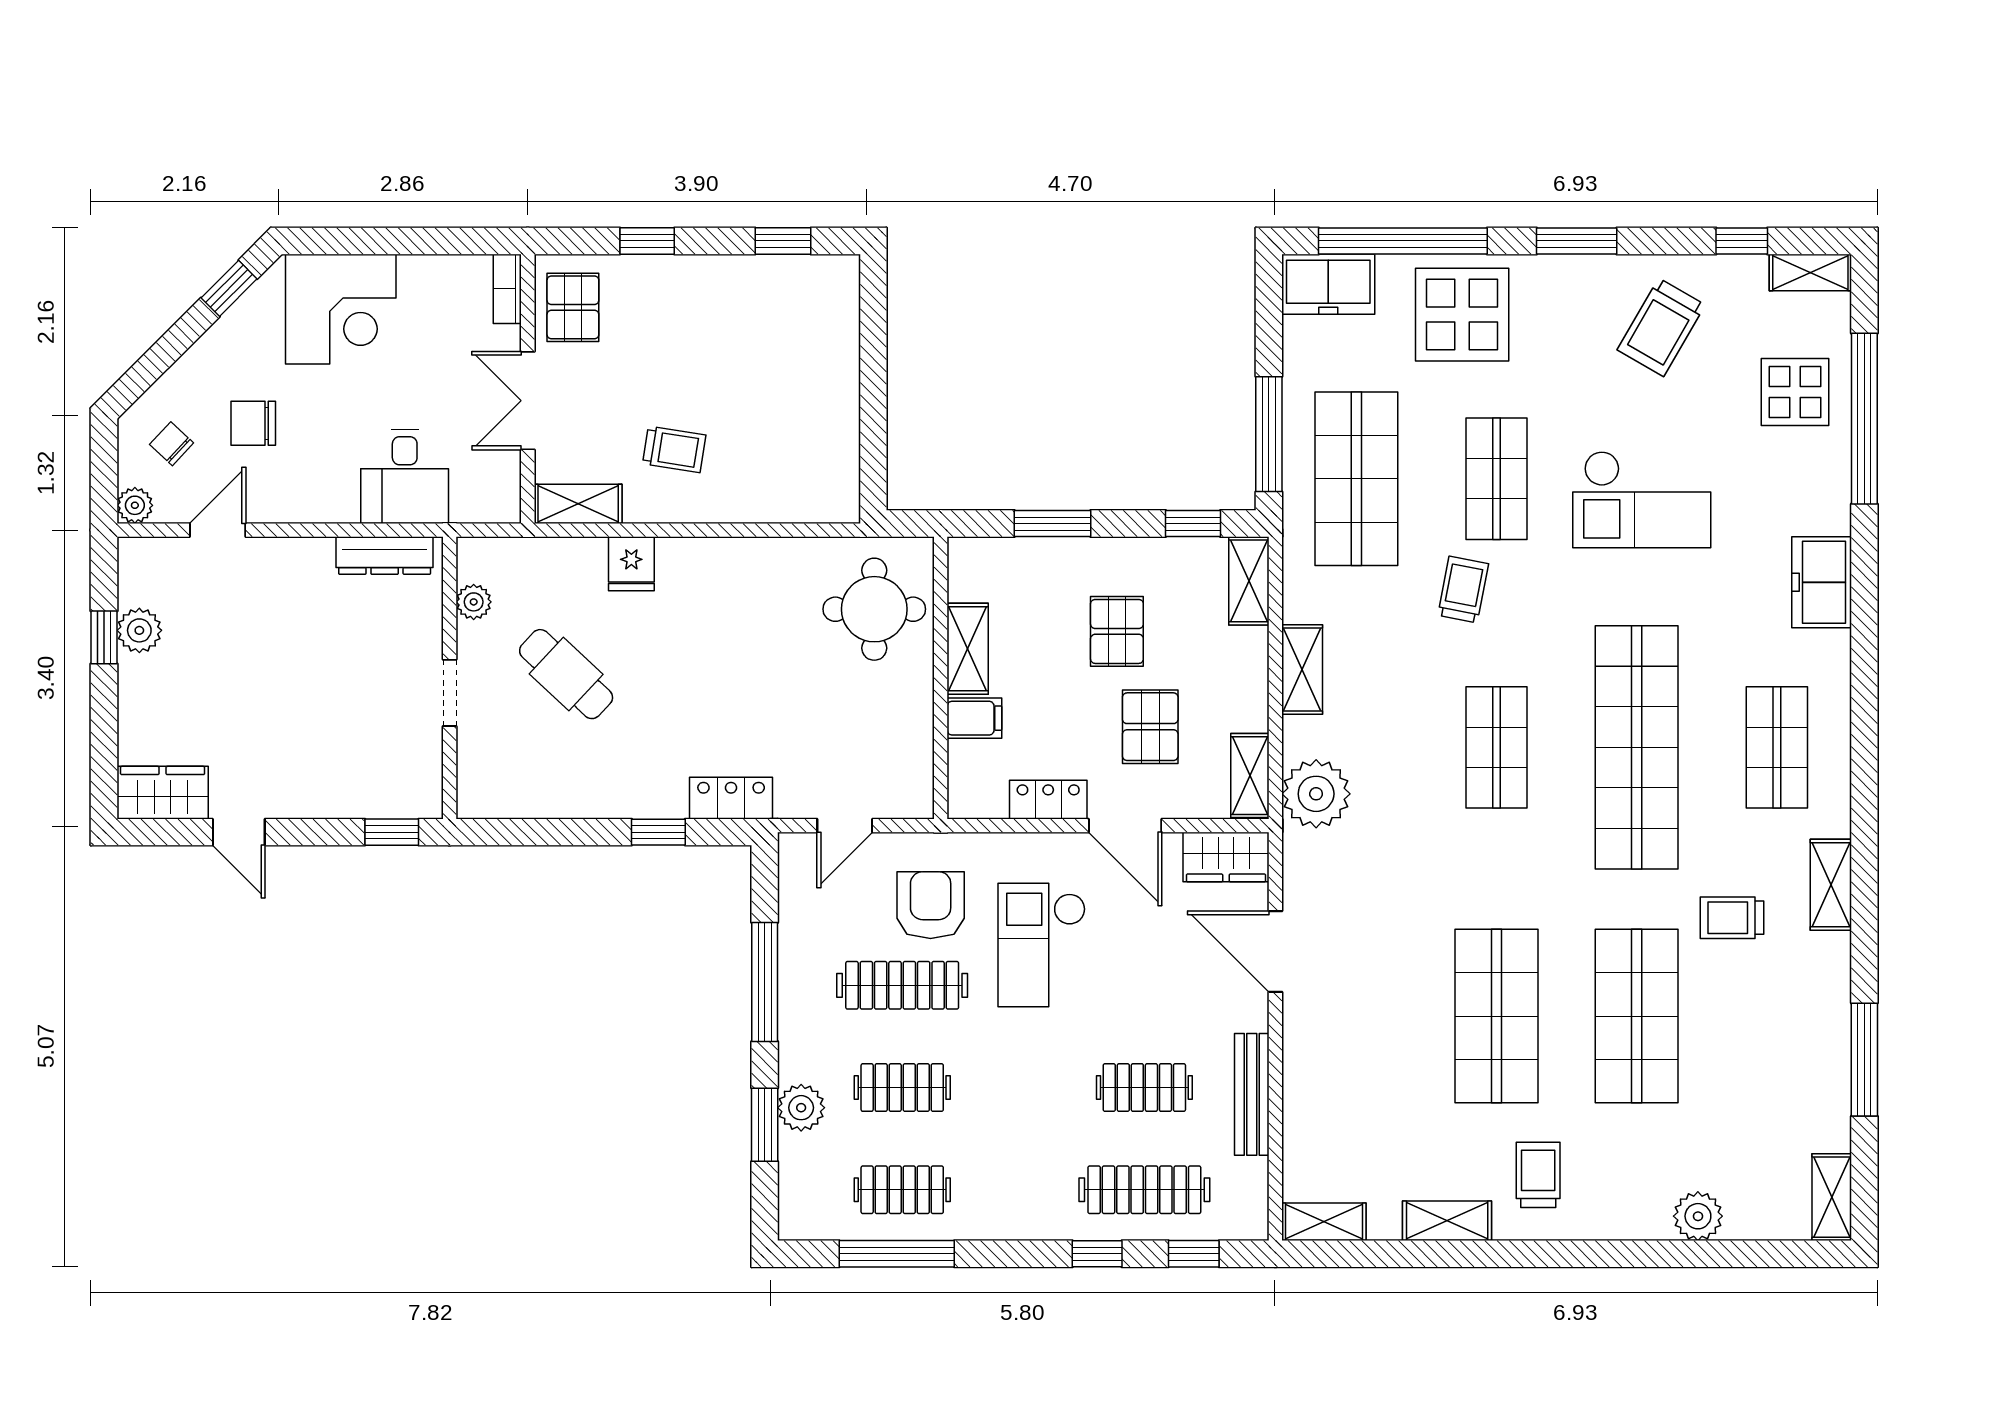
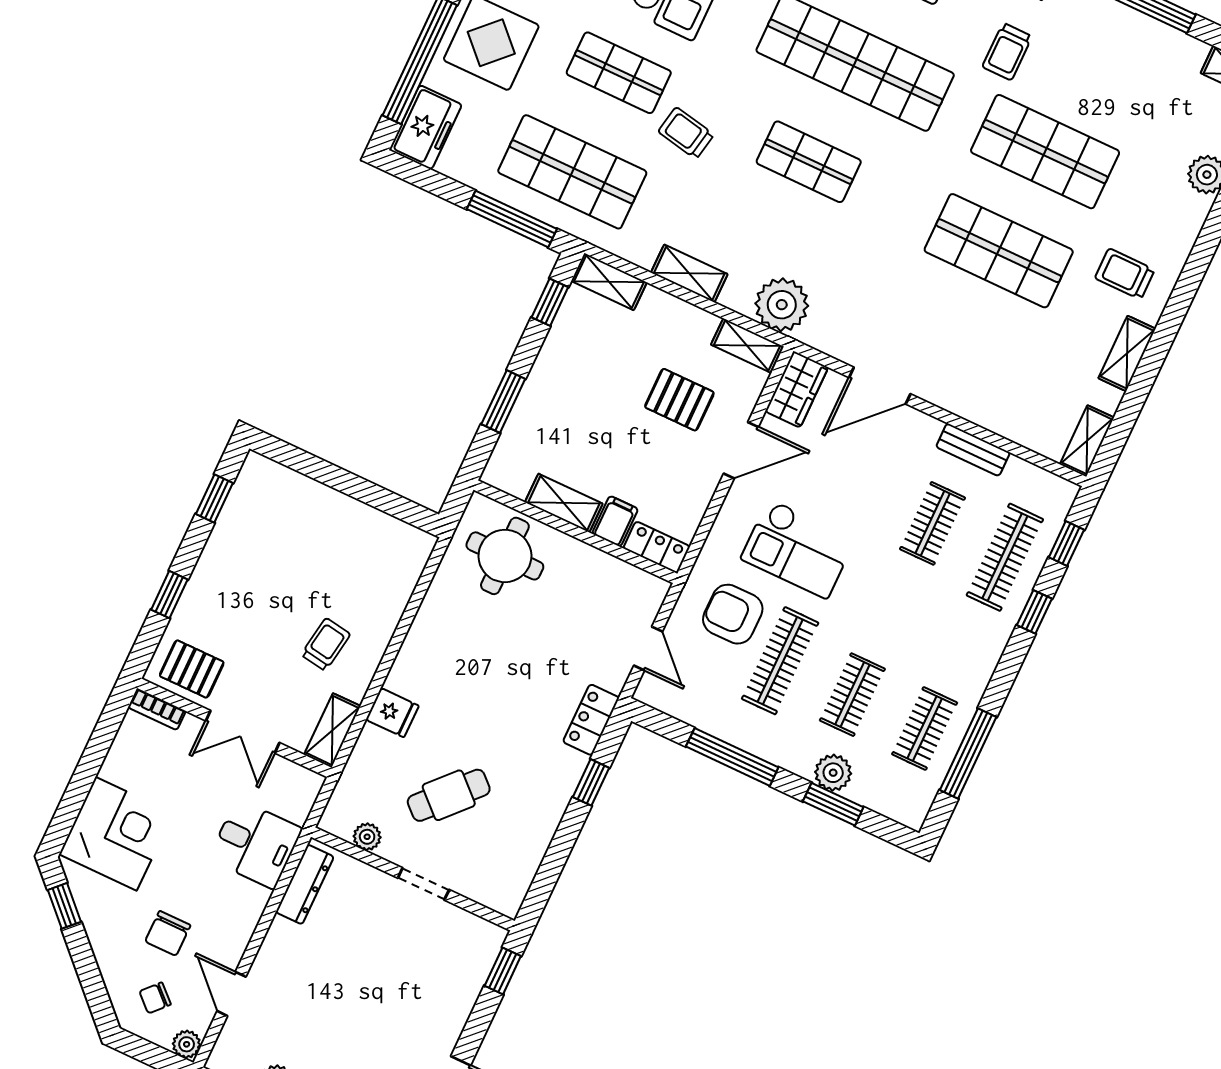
pallet: (1117, 631) -> (601, 392), removed
locker: (1048, 800) -> (657, 547), moved, turned 90
bench: (1252, 1094) -> (973, 450), width x0.73

